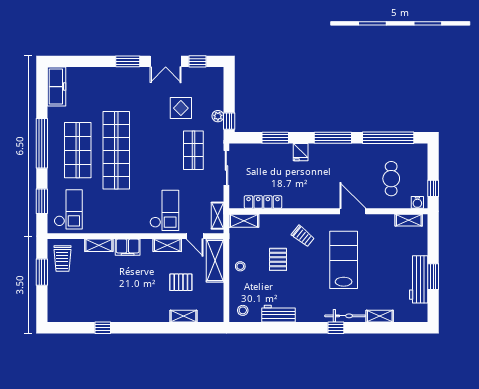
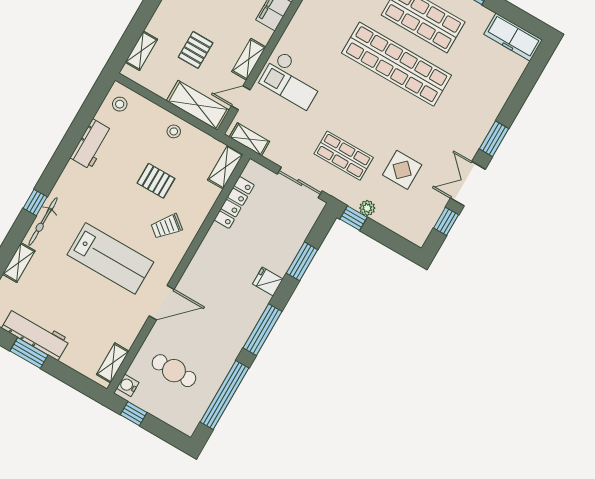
shelving: (183, 316) -> (141, 51), moved

